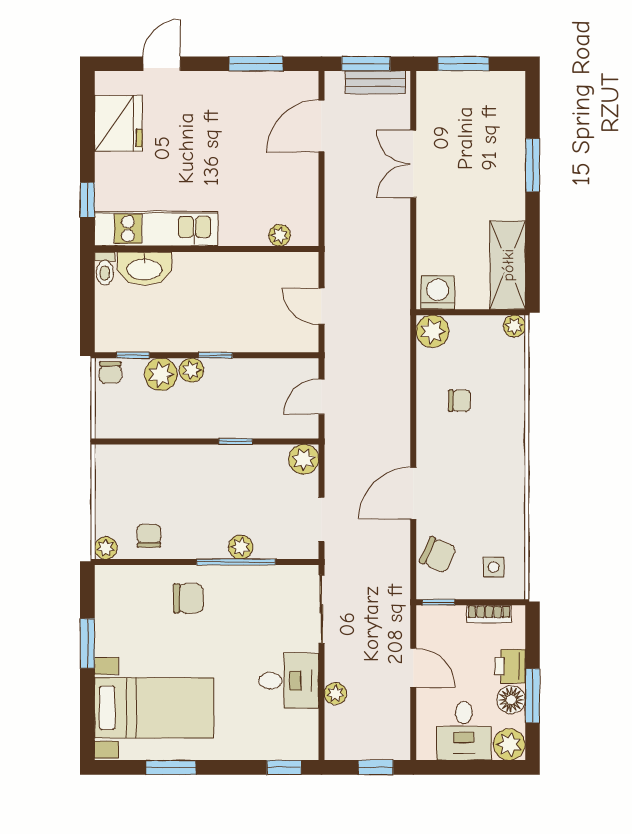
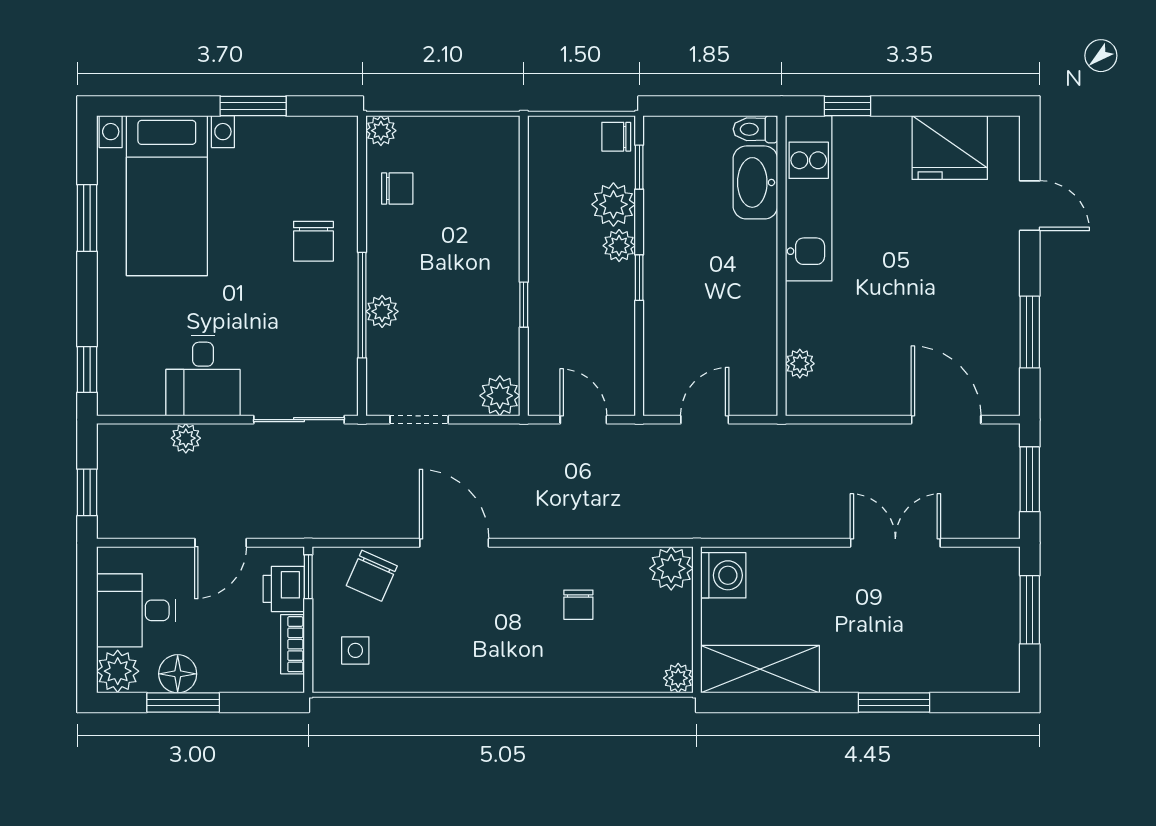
bench: (375, 82) -> (1005, 492), removed
printer: (510, 666) -> (284, 589), moved, turned -90

